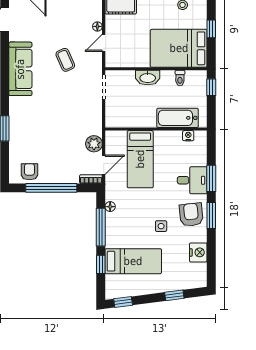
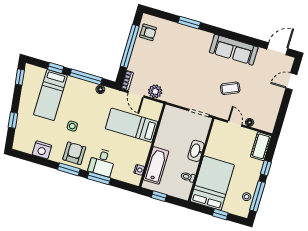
window: (211, 87) -> (159, 196), moved
armchair: (191, 215) -> (74, 153), turned -84

